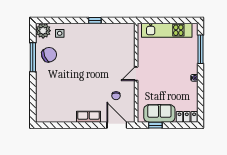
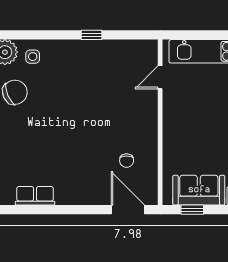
door: (136, 74) -> (160, 77), moved
row of seats: (88, 117) -> (35, 196), moved

